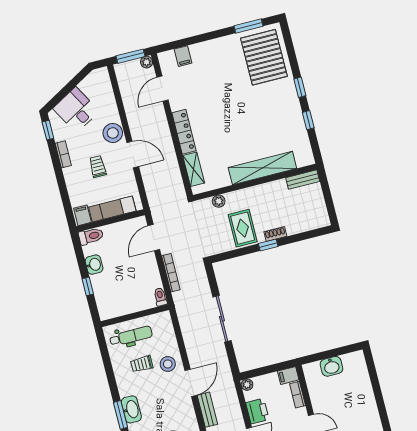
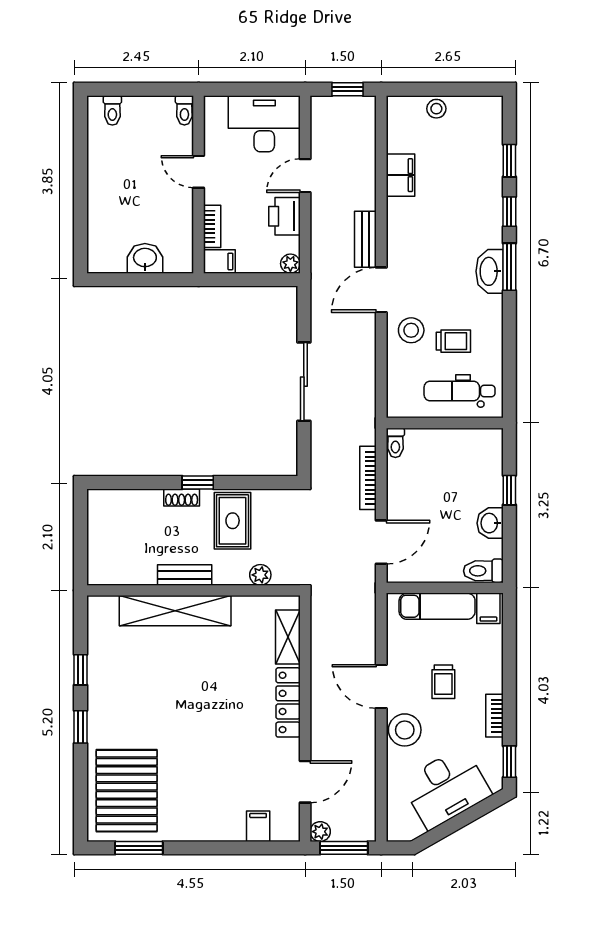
desk: (76, 110) -> (446, 788), width x1.37
bench: (303, 180) -> (185, 575), moved

